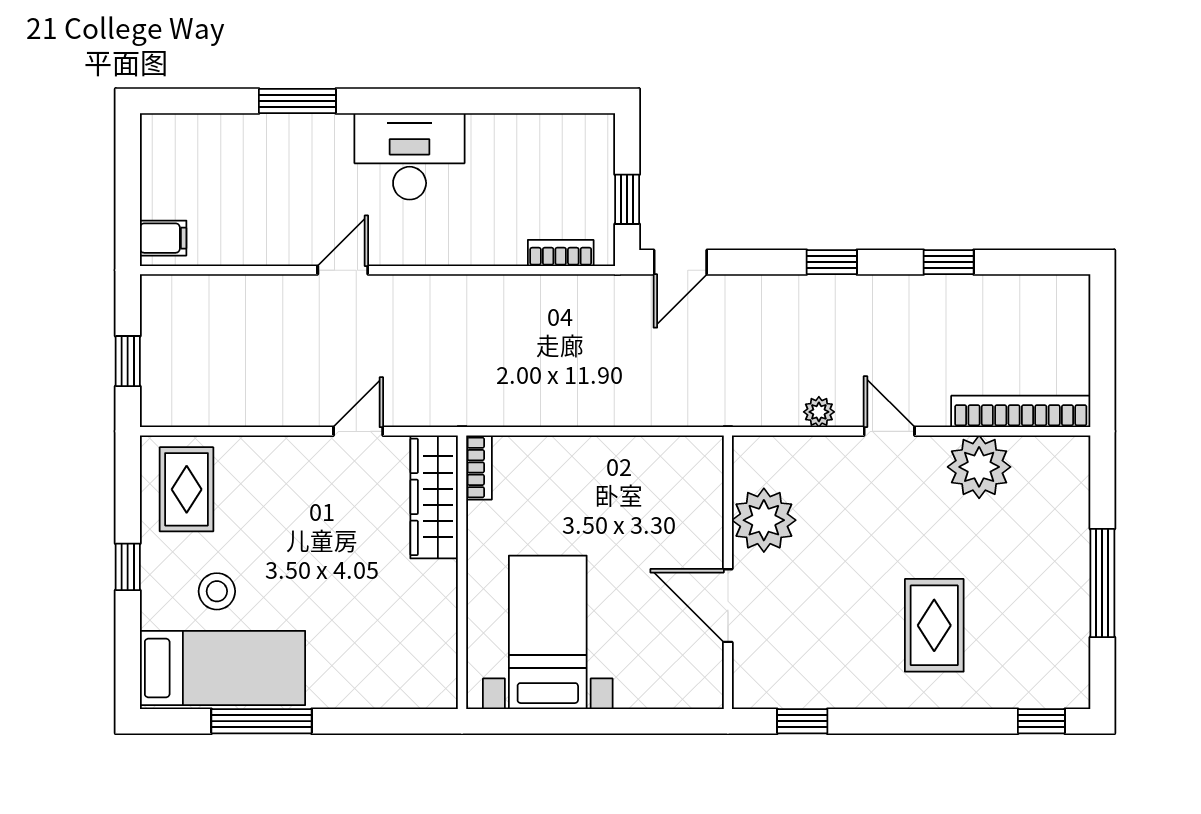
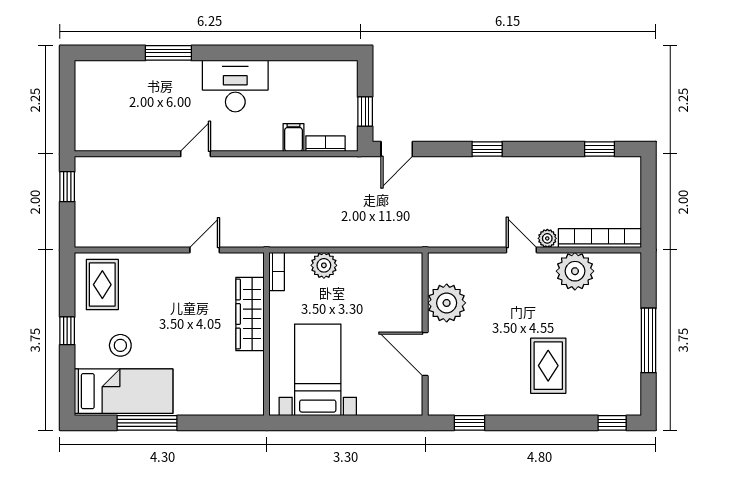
filing cabinet: (163, 238) -> (294, 138), moved, turned -90
window: (949, 262) -> (600, 149), moved
window: (128, 361) -> (67, 187), moved
plant: (819, 412) -> (547, 238), moved
plant: (558, 457) -> (324, 265), added
wardrobe: (434, 497) -> (250, 314), moved

